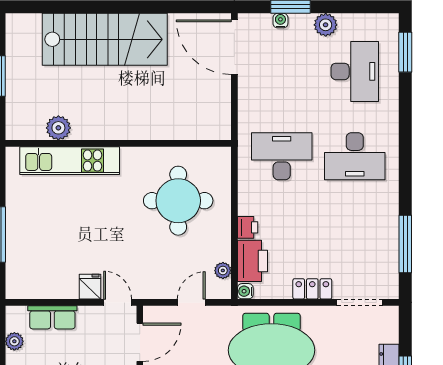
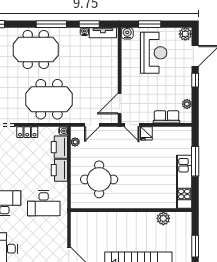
kitchen unit: (70, 161) -> (184, 182), moved, turned -90
printer: (248, 227) -> (59, 170), width x1.87, depth x1.48

